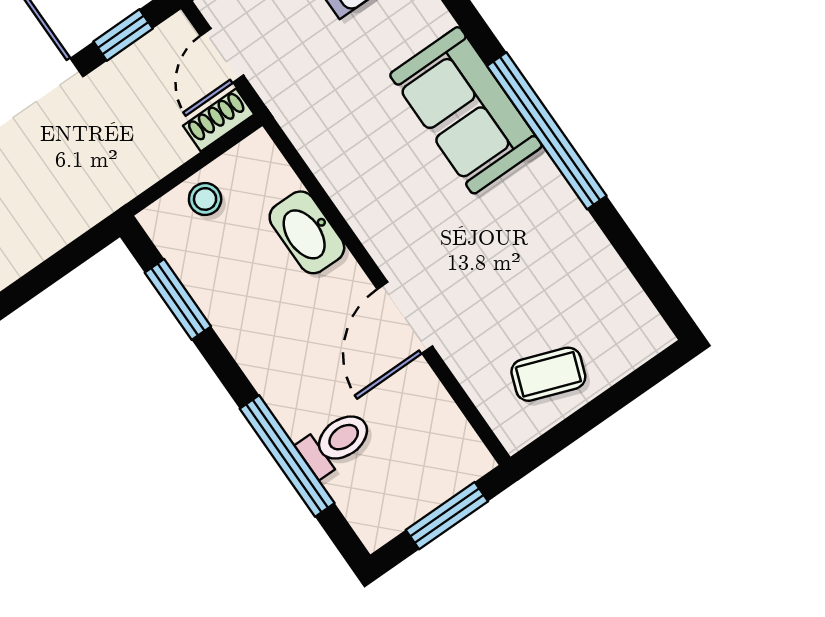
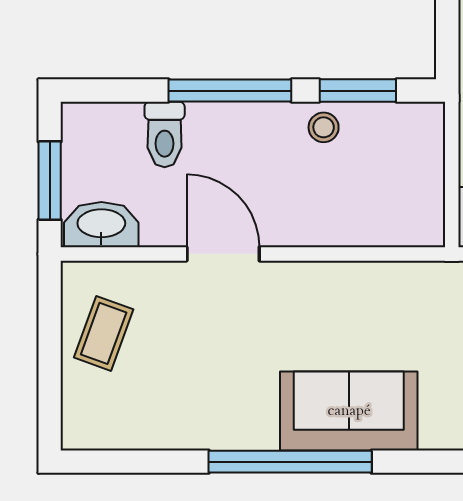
stool: (205, 199) -> (324, 127), moved
washbasin: (307, 232) -> (101, 225), moved
window: (287, 456) -> (230, 91), moved

